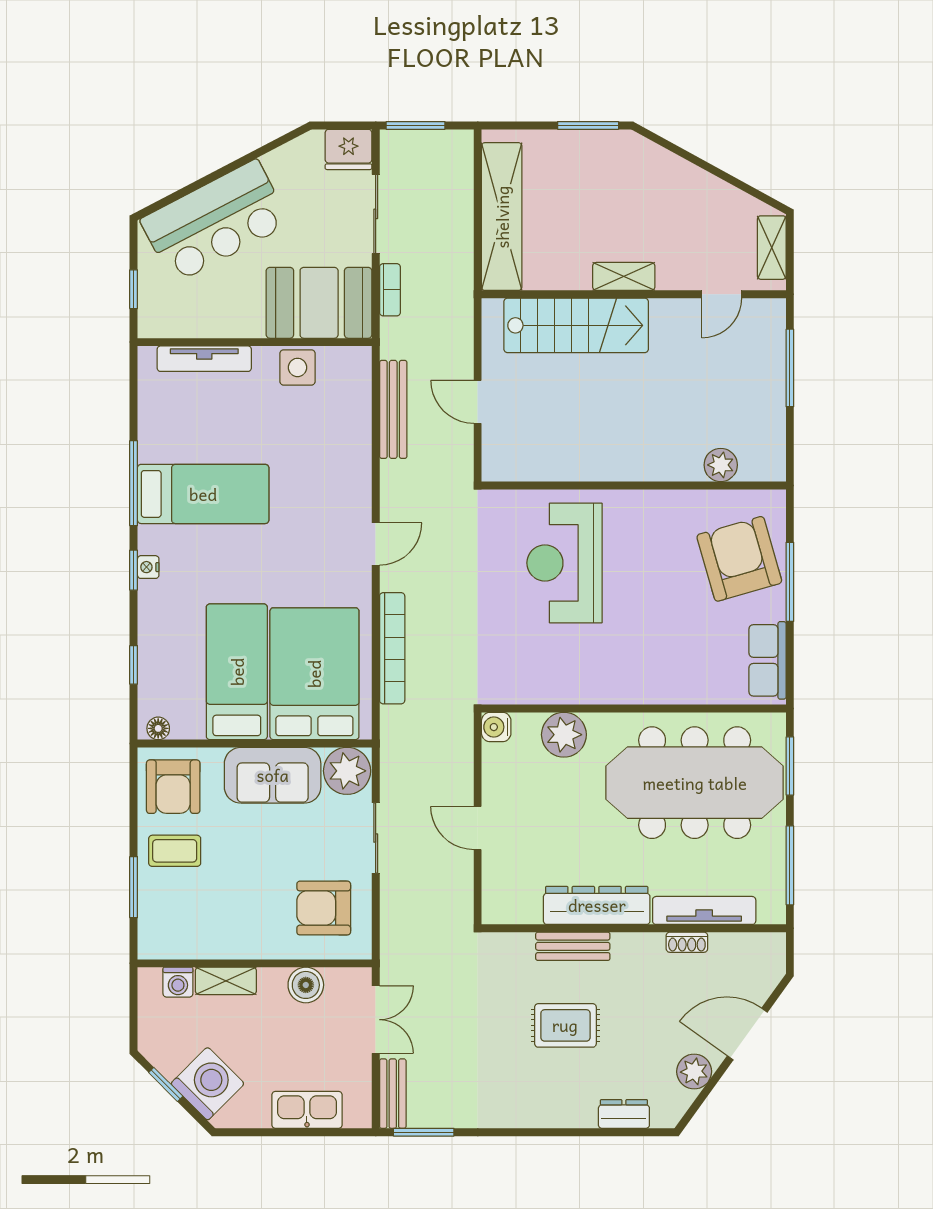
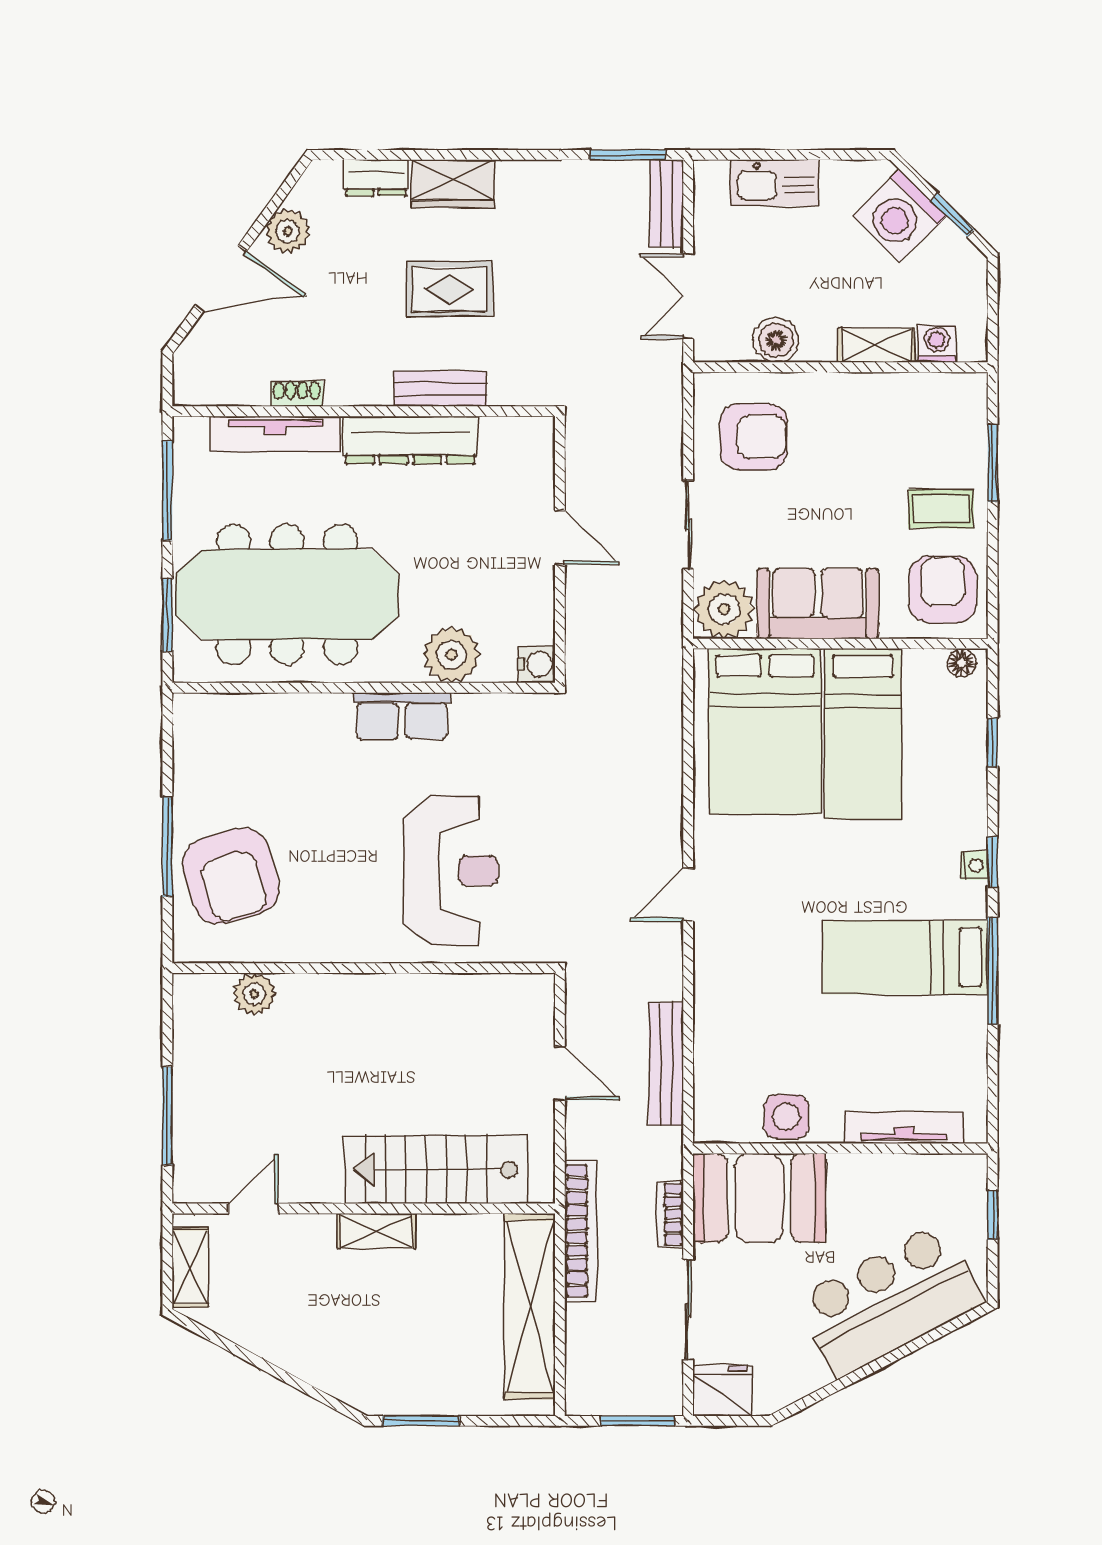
bookcase: (392, 648) -> (581, 1231), moved, turned 180
row of seats: (767, 660) -> (402, 716), moved, turned 90
wardrobe: (563, 1109) -> (453, 184), added

